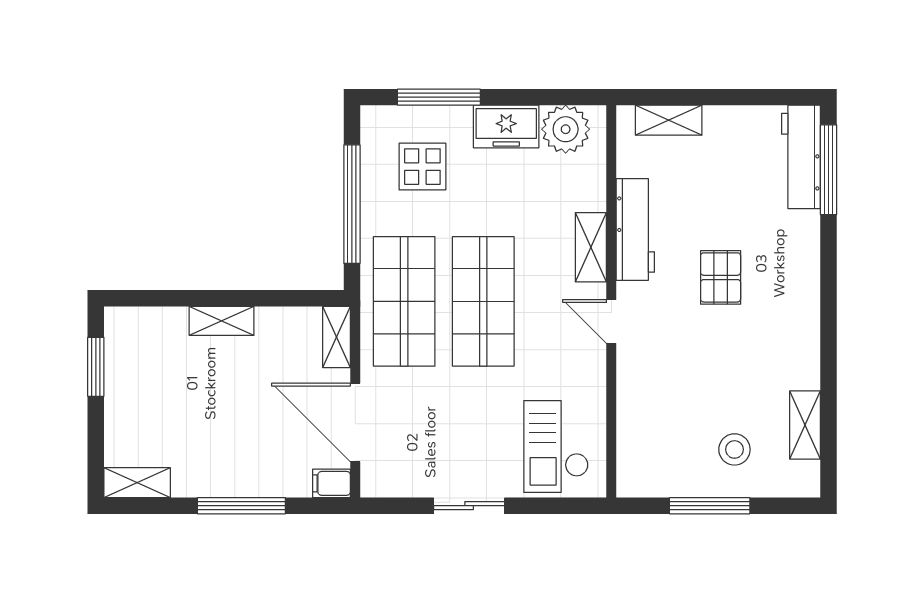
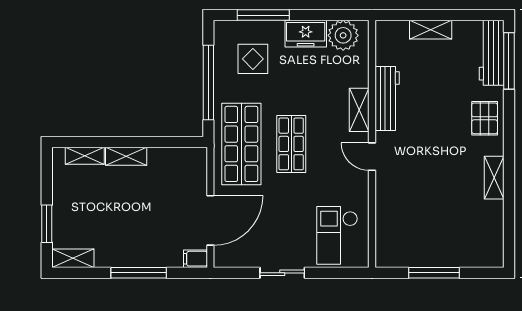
shelving: (669, 120) -> (431, 30), moved
pallet: (721, 277) -> (485, 118), moved
shop shelf: (483, 301) -> (291, 144), width x0.70, depth x0.74
shelving: (337, 337) -> (85, 156), moved, turned 90
window: (96, 367) -> (47, 224), moved
door: (355, 423) -> (210, 220), swing flipped
shelving: (805, 425) -> (494, 178), moved
stool: (734, 449) -> (450, 237), removed

